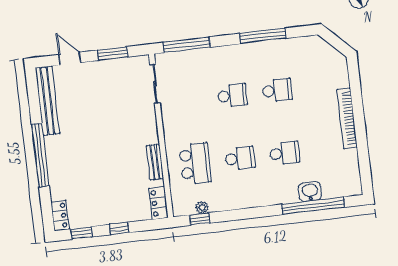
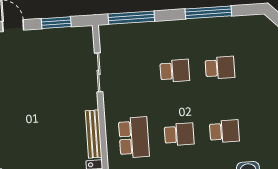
sliding door: (155, 84) -> (99, 72), moved
bench: (155, 162) -> (94, 134), width x1.36

